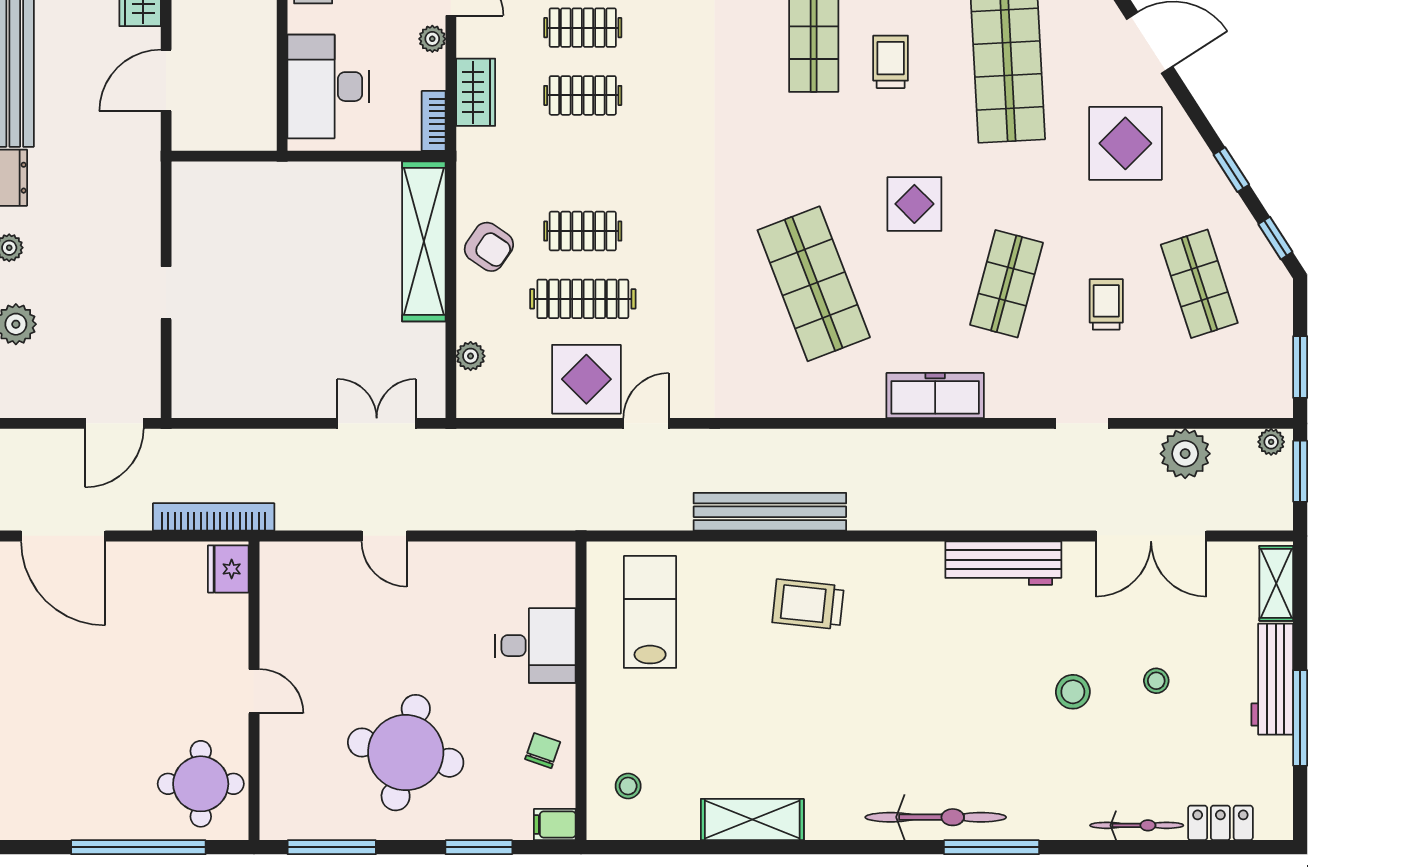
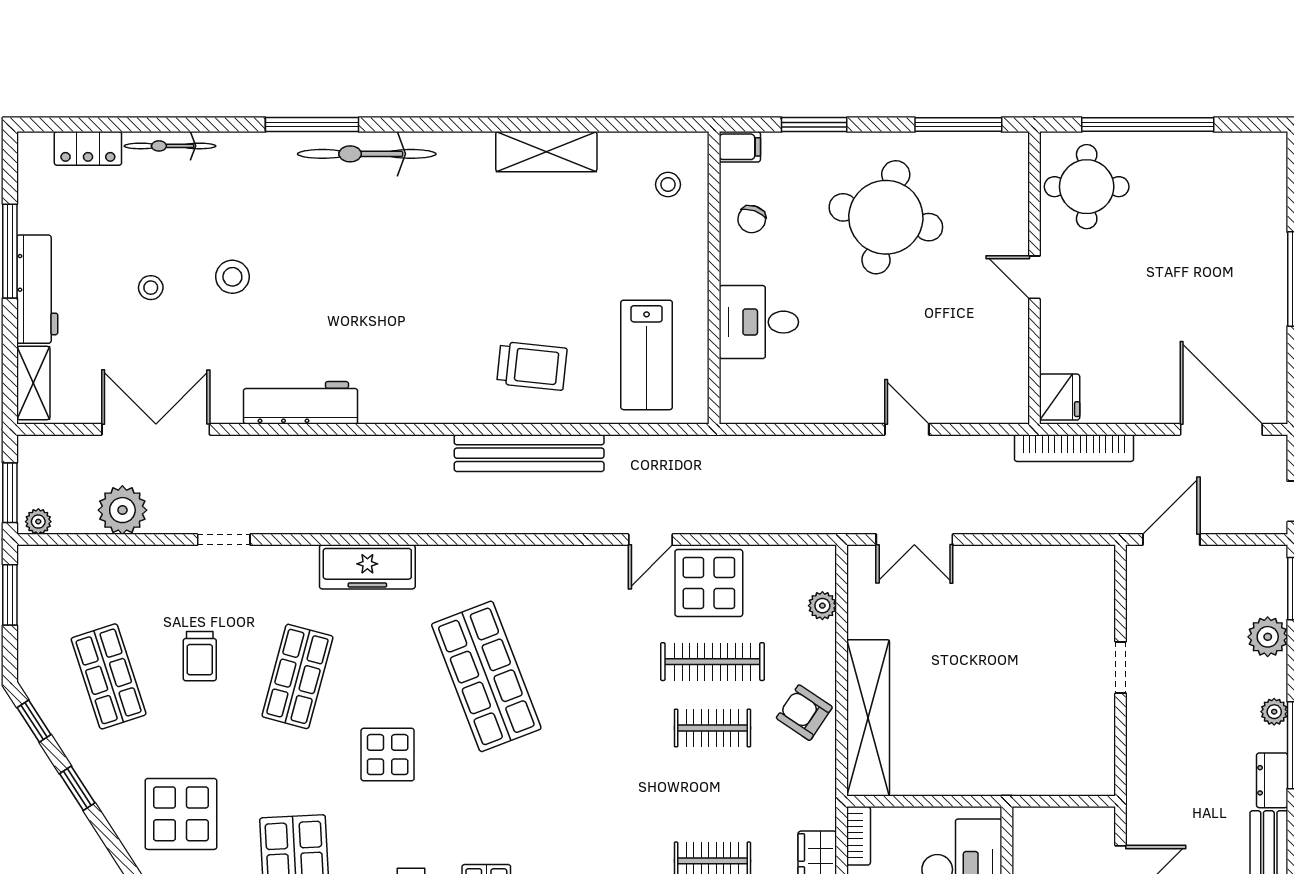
trolley: (808, 604) -> (532, 366), moved

